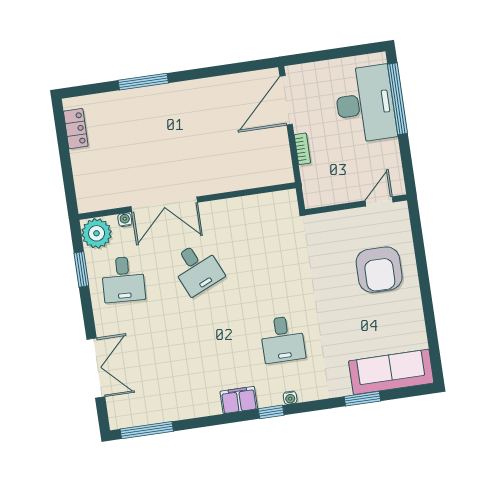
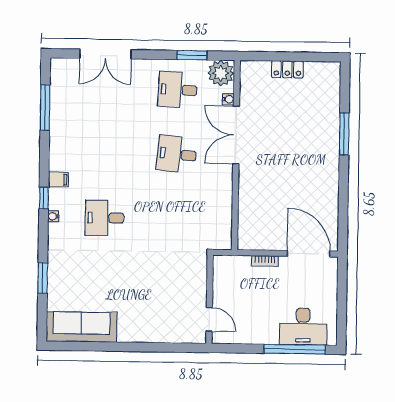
desk: (365, 104) -> (303, 326), width x0.73, depth x0.77
locker: (76, 129) -> (287, 69), moved
desk: (197, 269) -> (177, 154), turned 30
armchair: (379, 270) -> (151, 310), removed
sofa: (391, 372) -> (82, 327), moved, turned -90
filing cabinet: (239, 400) -> (58, 180), width x0.50
window: (147, 430) -> (45, 107), moved

